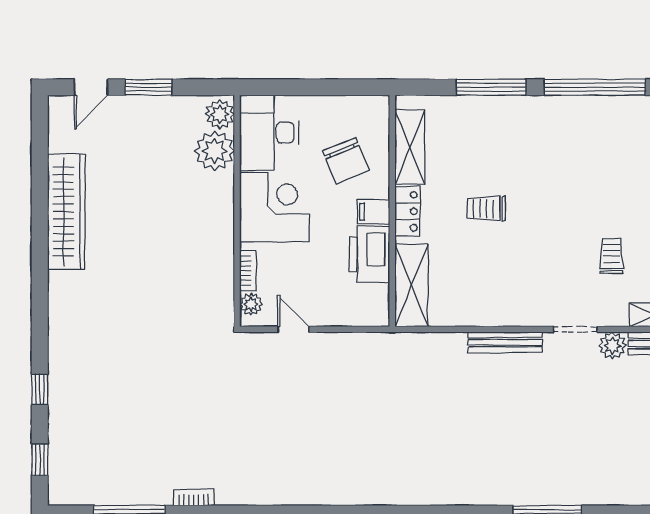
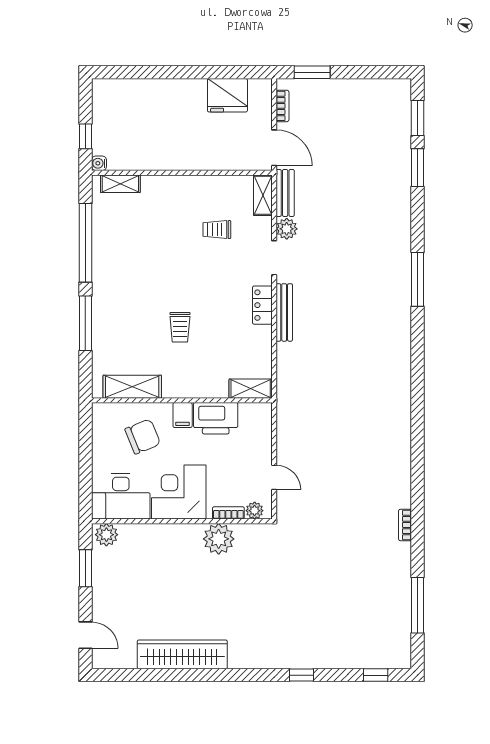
window: (148, 87) -> (85, 568), moved
plant: (215, 151) -> (219, 539), moved
locker: (407, 211) -> (262, 305), moved, turned -90
shelving: (411, 285) -> (251, 389), width x0.67, depth x0.75
door: (293, 329) -> (274, 477), swing flipped
window: (40, 389) -> (301, 675), moved
bookcase: (194, 497) -> (405, 525), moved

